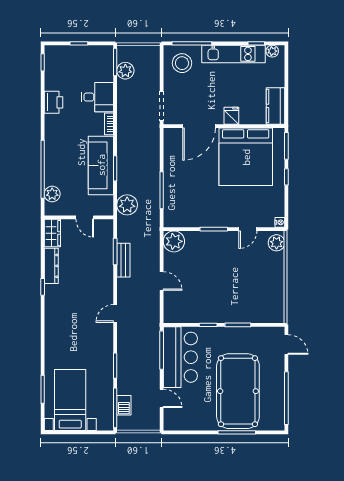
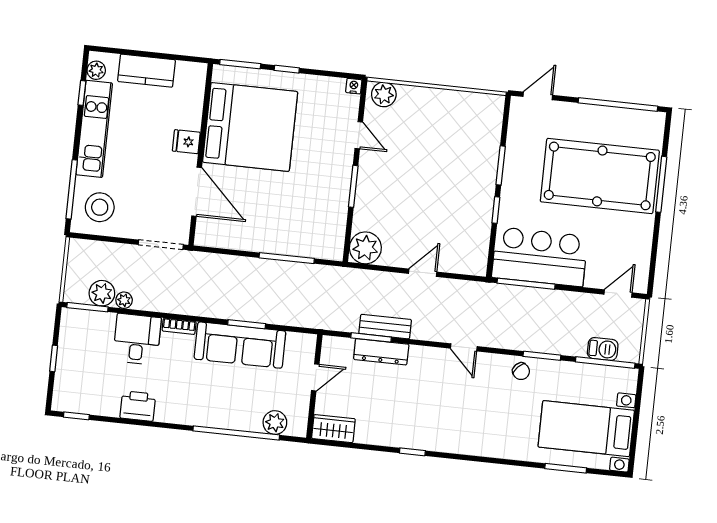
kitchen counter: (275, 106) -> (146, 71), moved
plant: (127, 205) -> (124, 300), moved, width x0.53, depth x0.53
dresser: (51, 266) -> (381, 352), moved, turned 180
chair: (103, 353) -> (521, 371), added
door: (162, 398) -> (618, 294), moved

